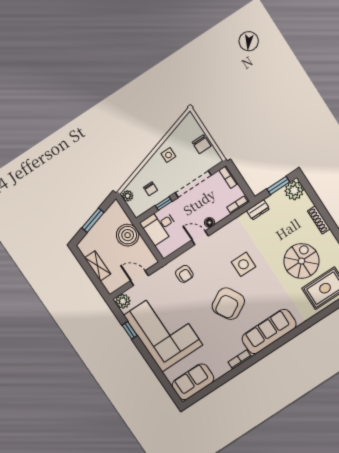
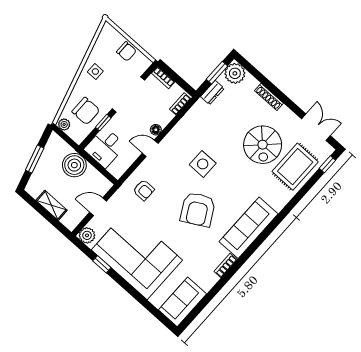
chair: (151, 189) -> (86, 111), width x1.87, depth x1.87
dresser: (258, 210) -> (212, 92), moved
spiral stairs: (301, 261) -> (263, 145), turned 180

